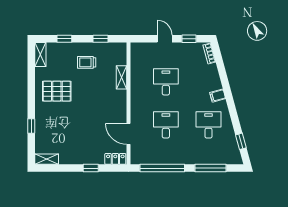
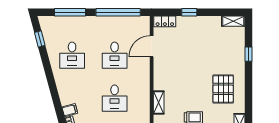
pallet: (57, 91) -> (223, 89), turned 90
filing cabinet: (218, 96) -> (70, 110), moved
door: (129, 134) -> (152, 46), swing flipped

